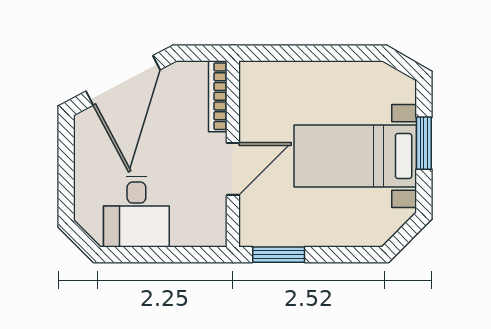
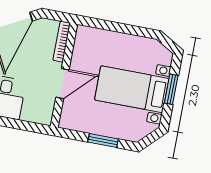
window: (279, 255) -> (103, 140), moved

